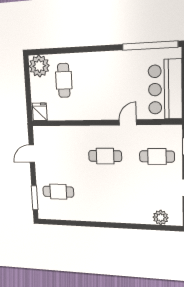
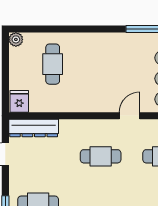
plant: (39, 66) -> (16, 39), width x0.53, depth x0.53
dresser: (52, 133) -> (34, 128), added

